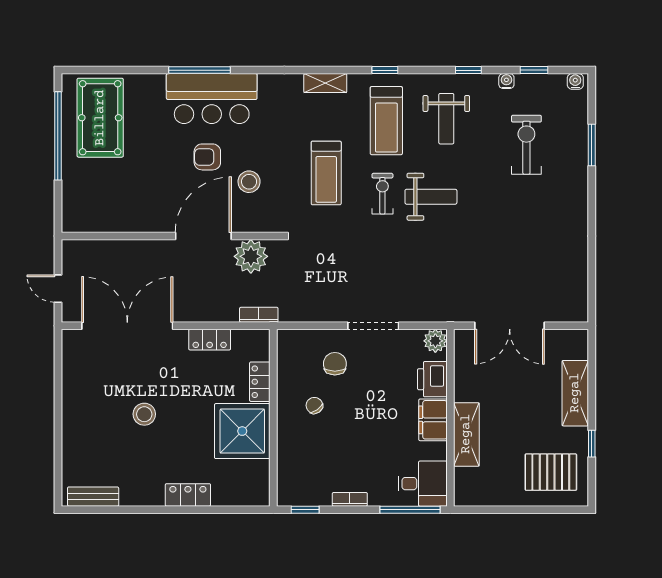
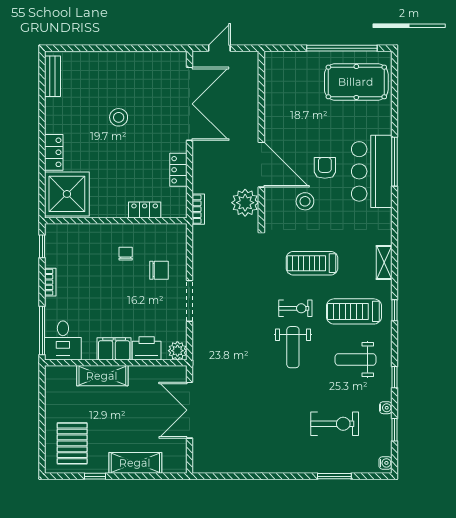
chair: (314, 405) -> (126, 254), turned -54
shower: (242, 431) -> (67, 194), moved

